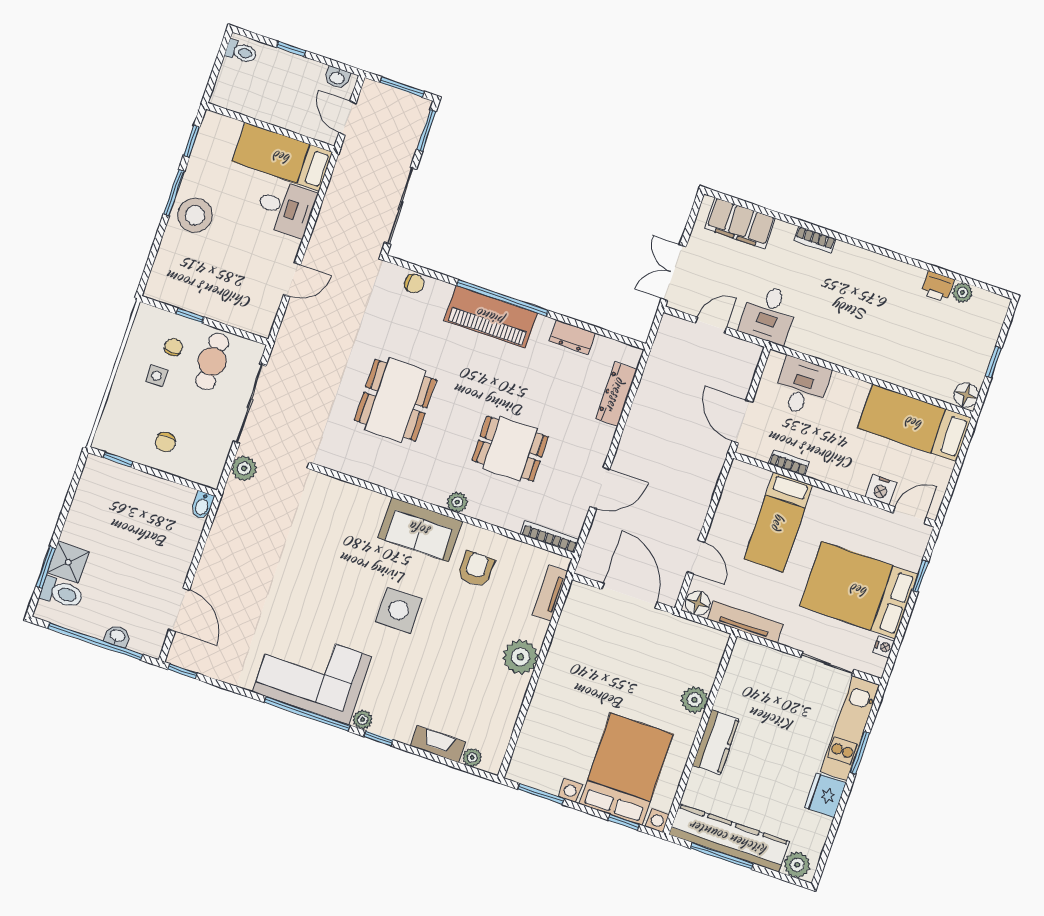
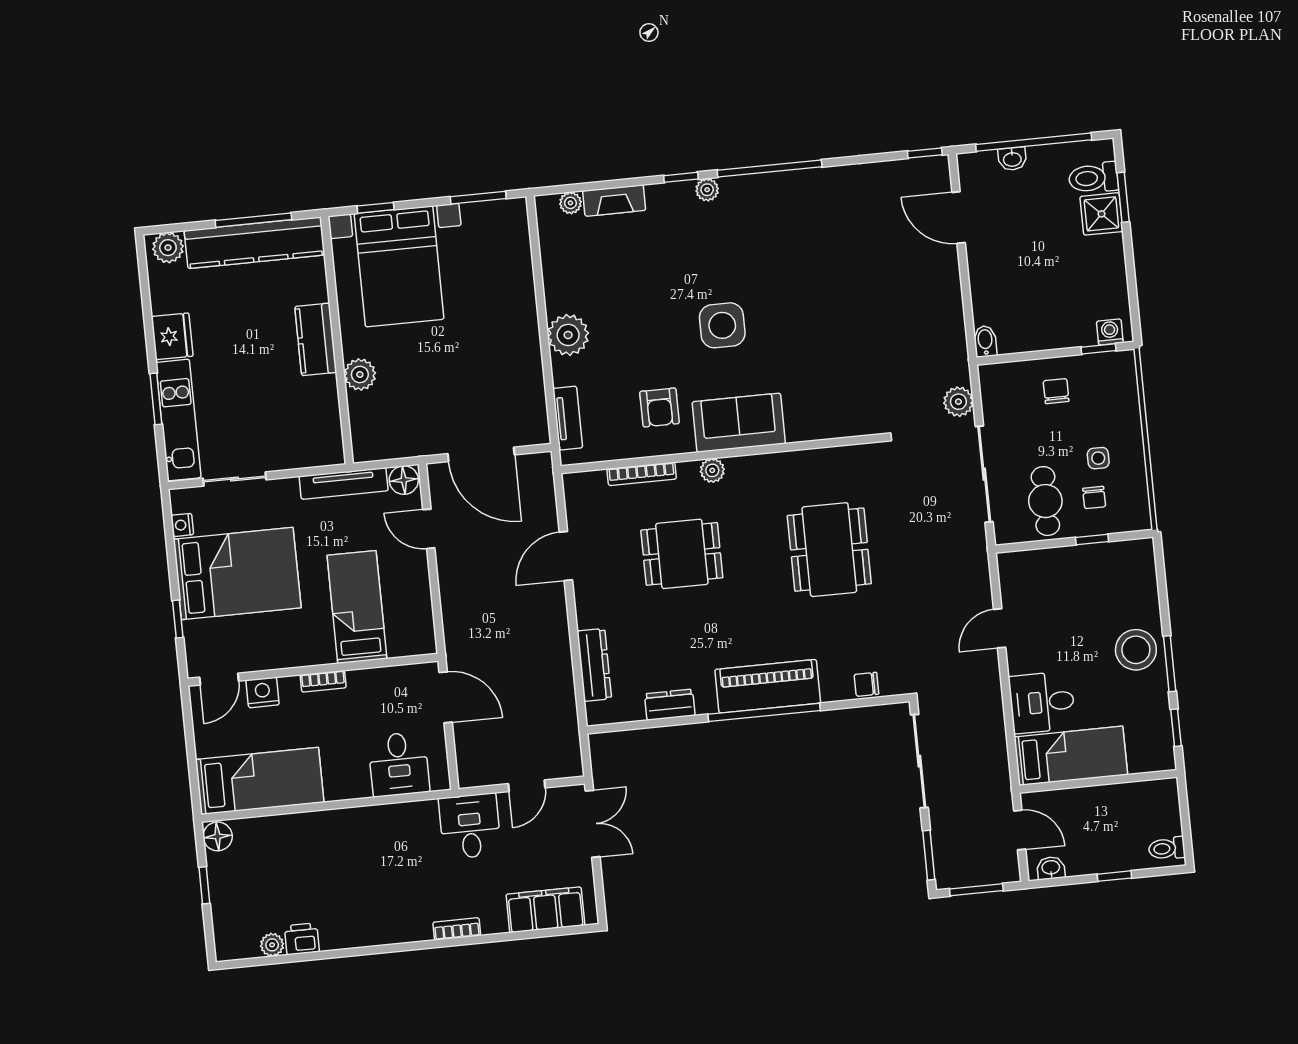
bookcase: (789, 463) -> (323, 681), moved
washing machine: (103, 469) -> (1110, 332), added
bookcase: (550, 537) -> (642, 474), moved
corner sofa: (312, 674) -> (784, 214), removed

